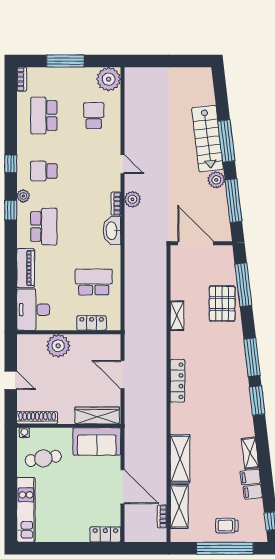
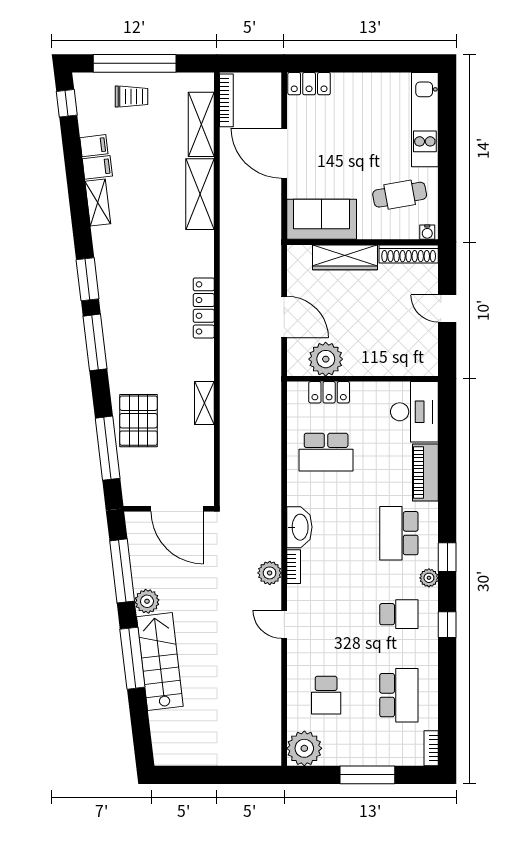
plant: (58, 346) -> (326, 359), moved
wardrobe: (97, 415) -> (345, 257), moved
bookcase: (162, 516) -> (226, 100), width x1.56

